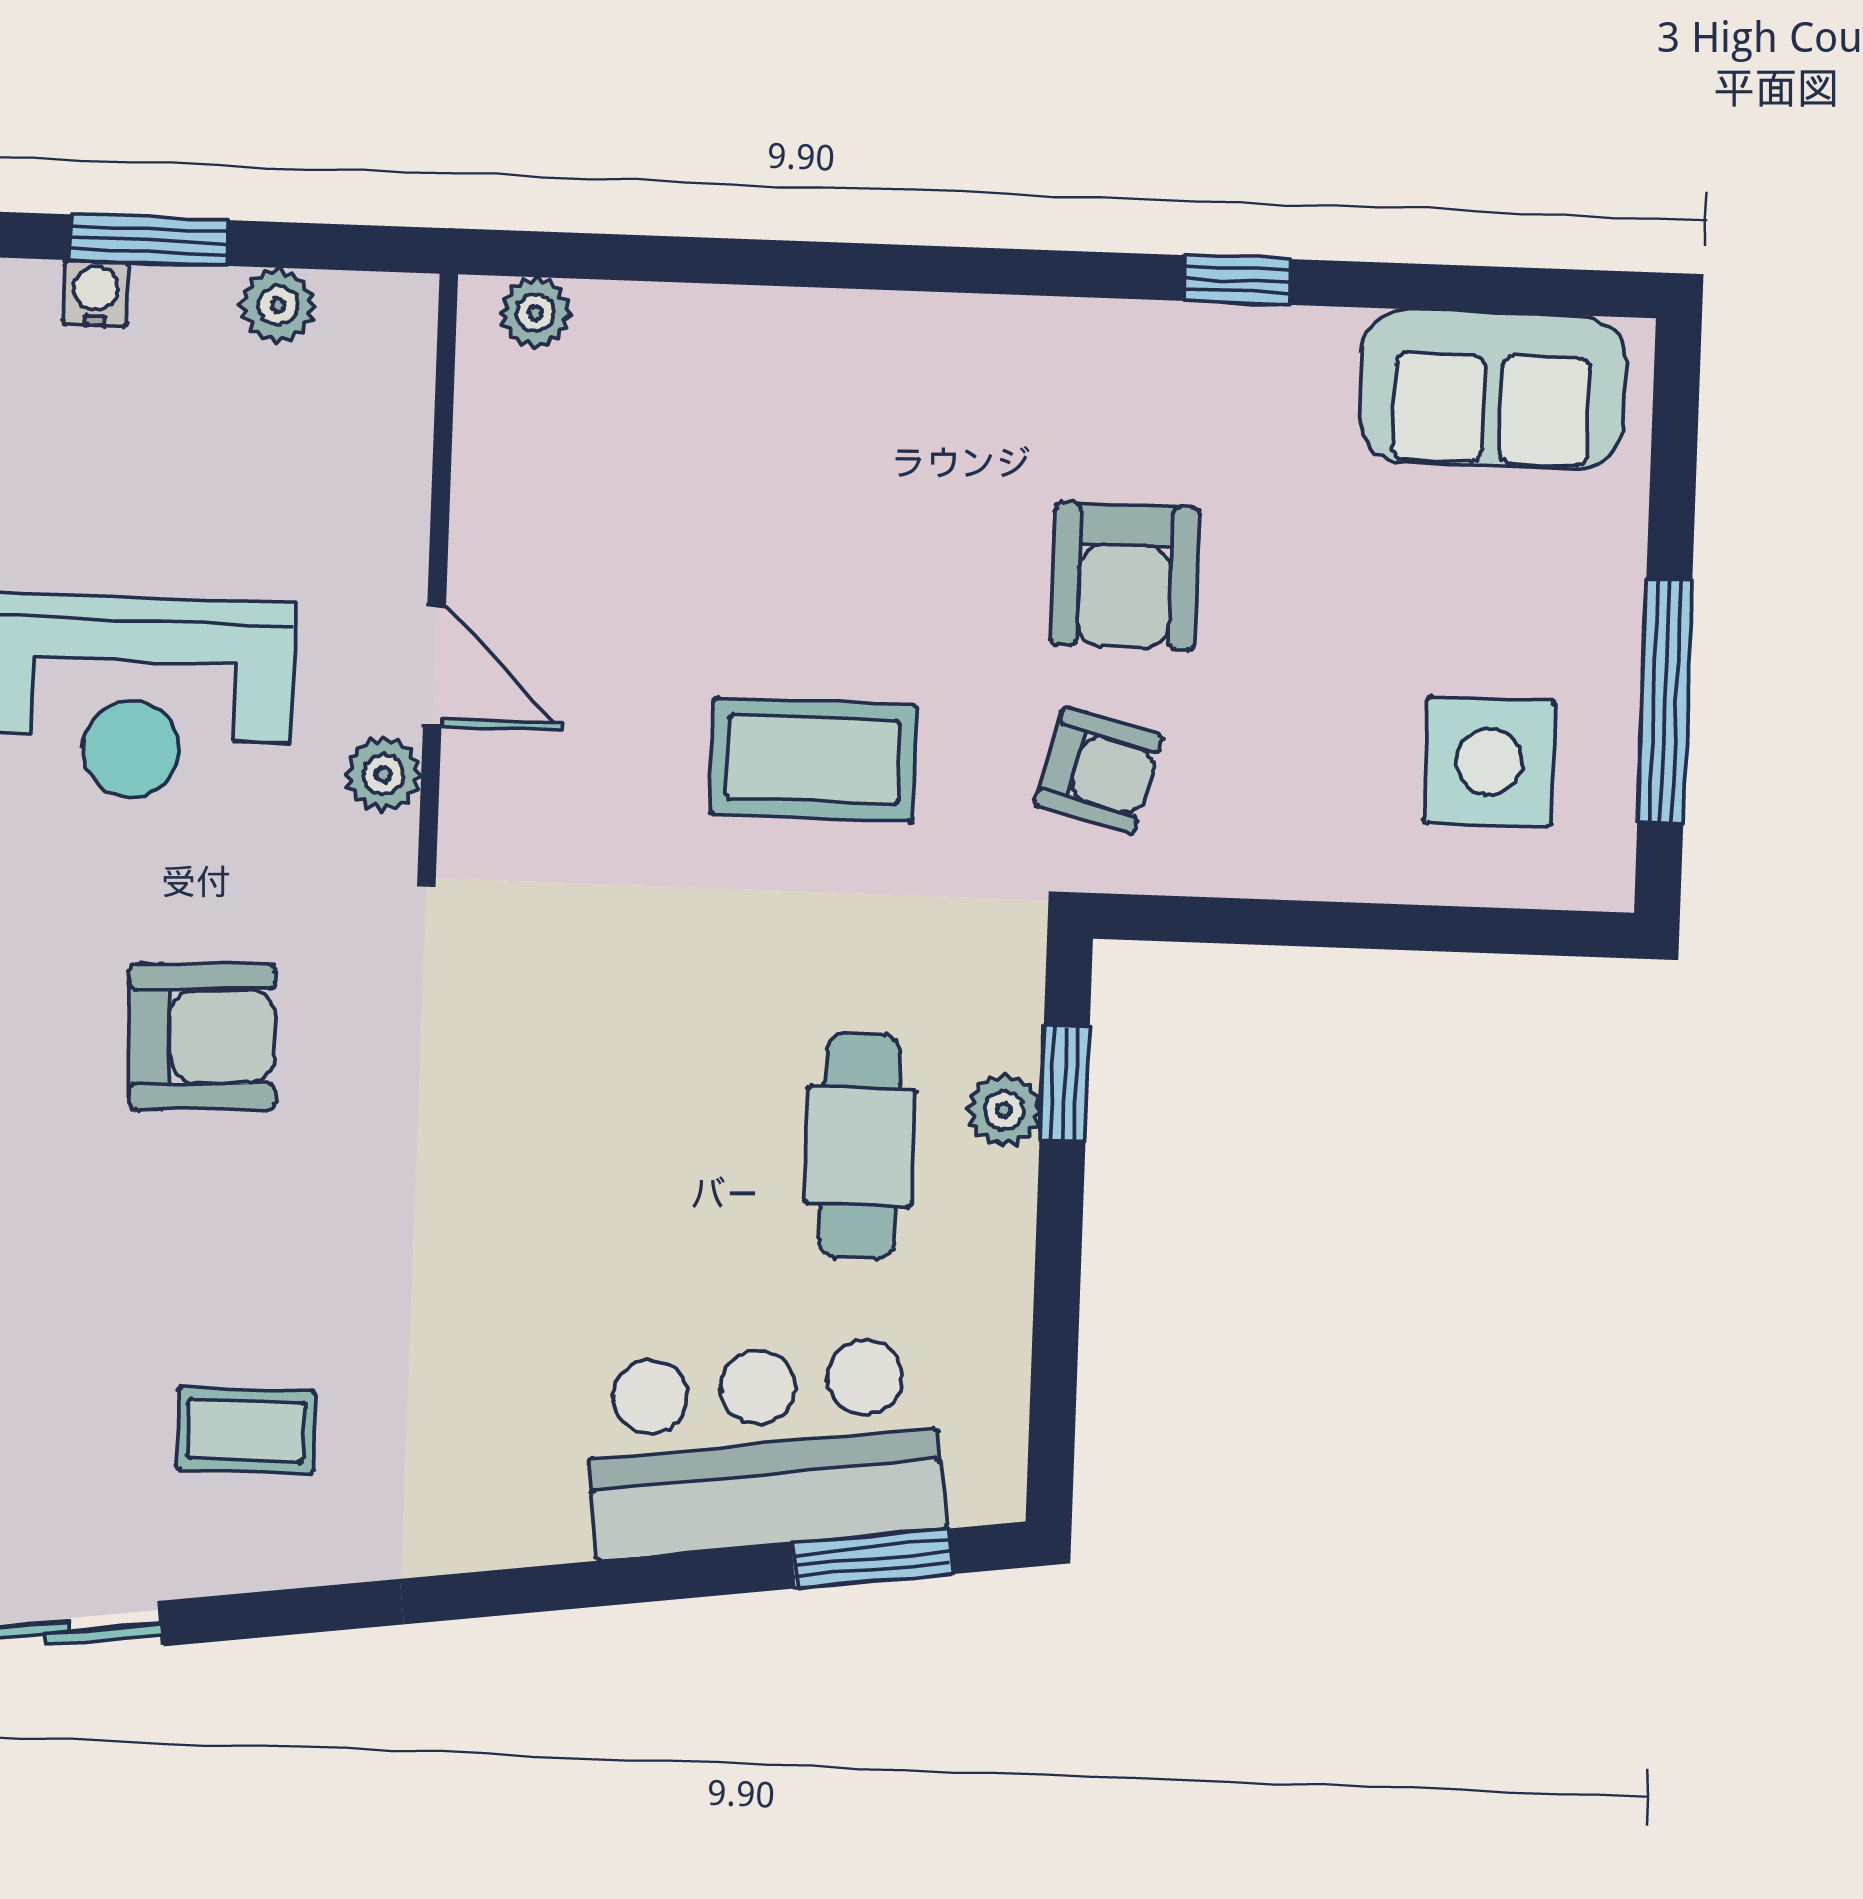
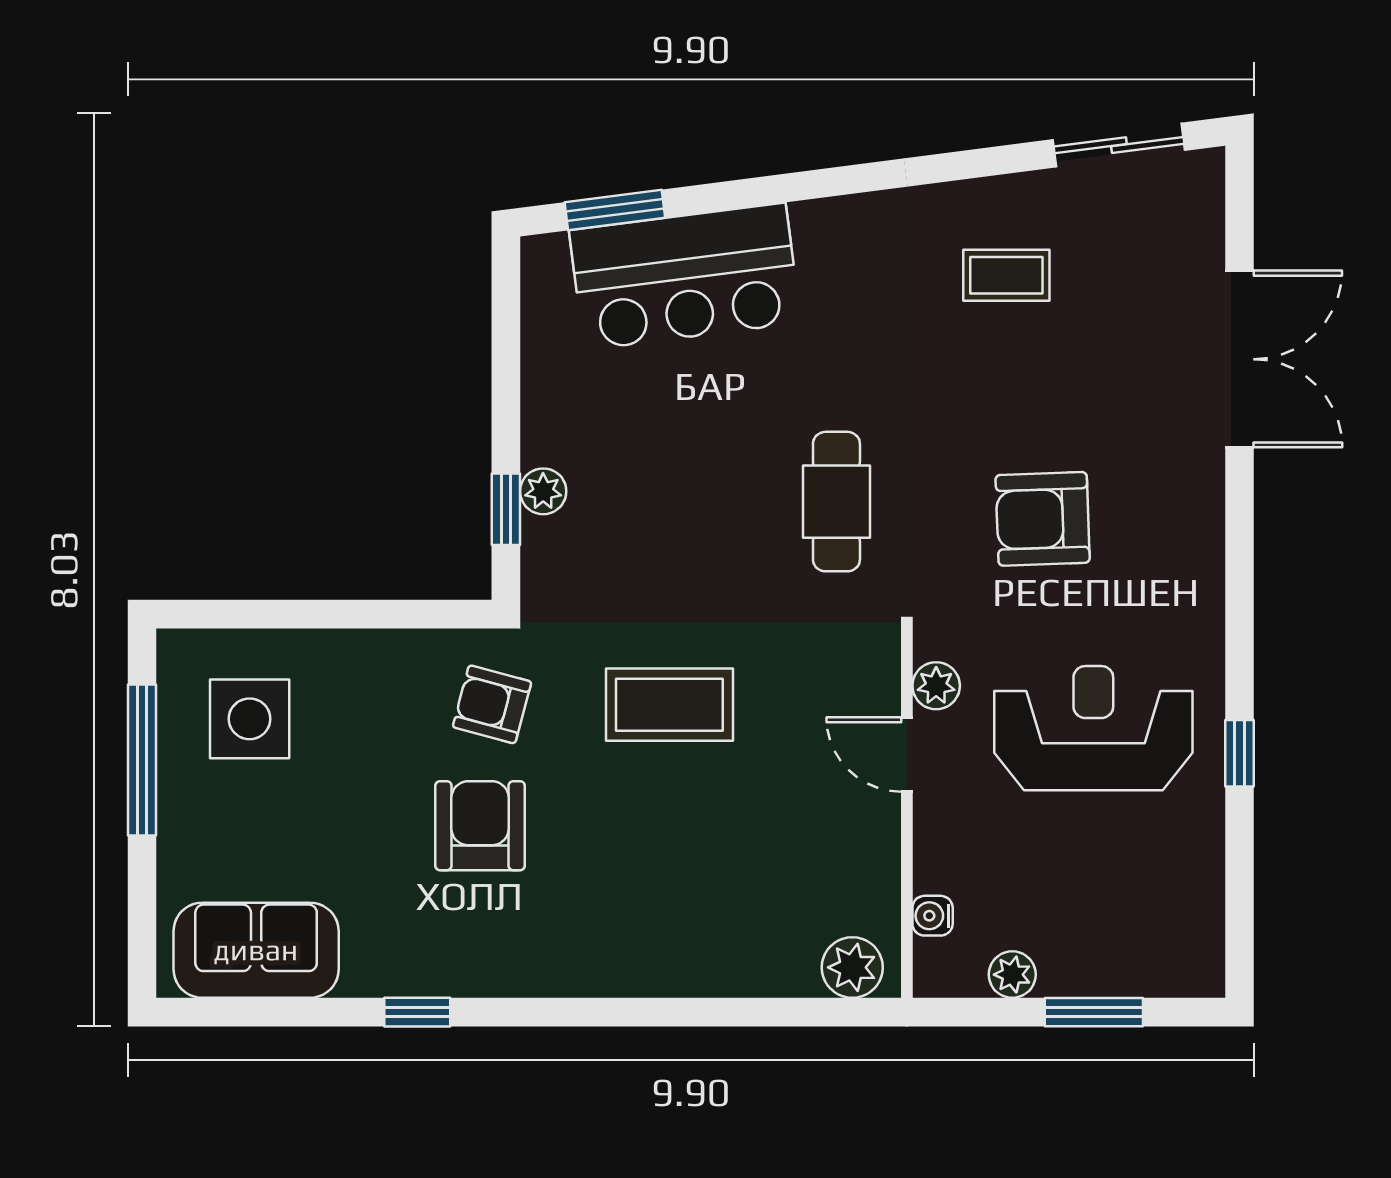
water cooler: (96, 293) -> (933, 916), moved, turned 90
plant: (535, 313) -> (852, 967), width x1.38, depth x1.38
cafe table: (860, 1146) -> (836, 502), moved

